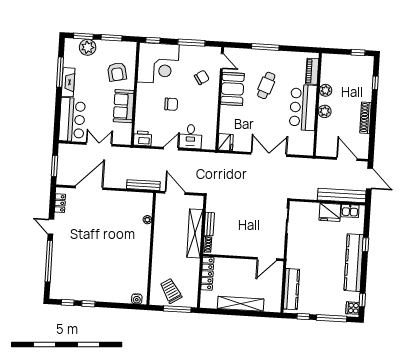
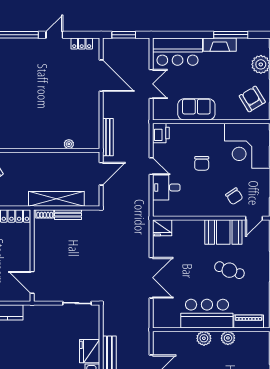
armchair: (117, 72) -> (252, 99), moved, turned 71

